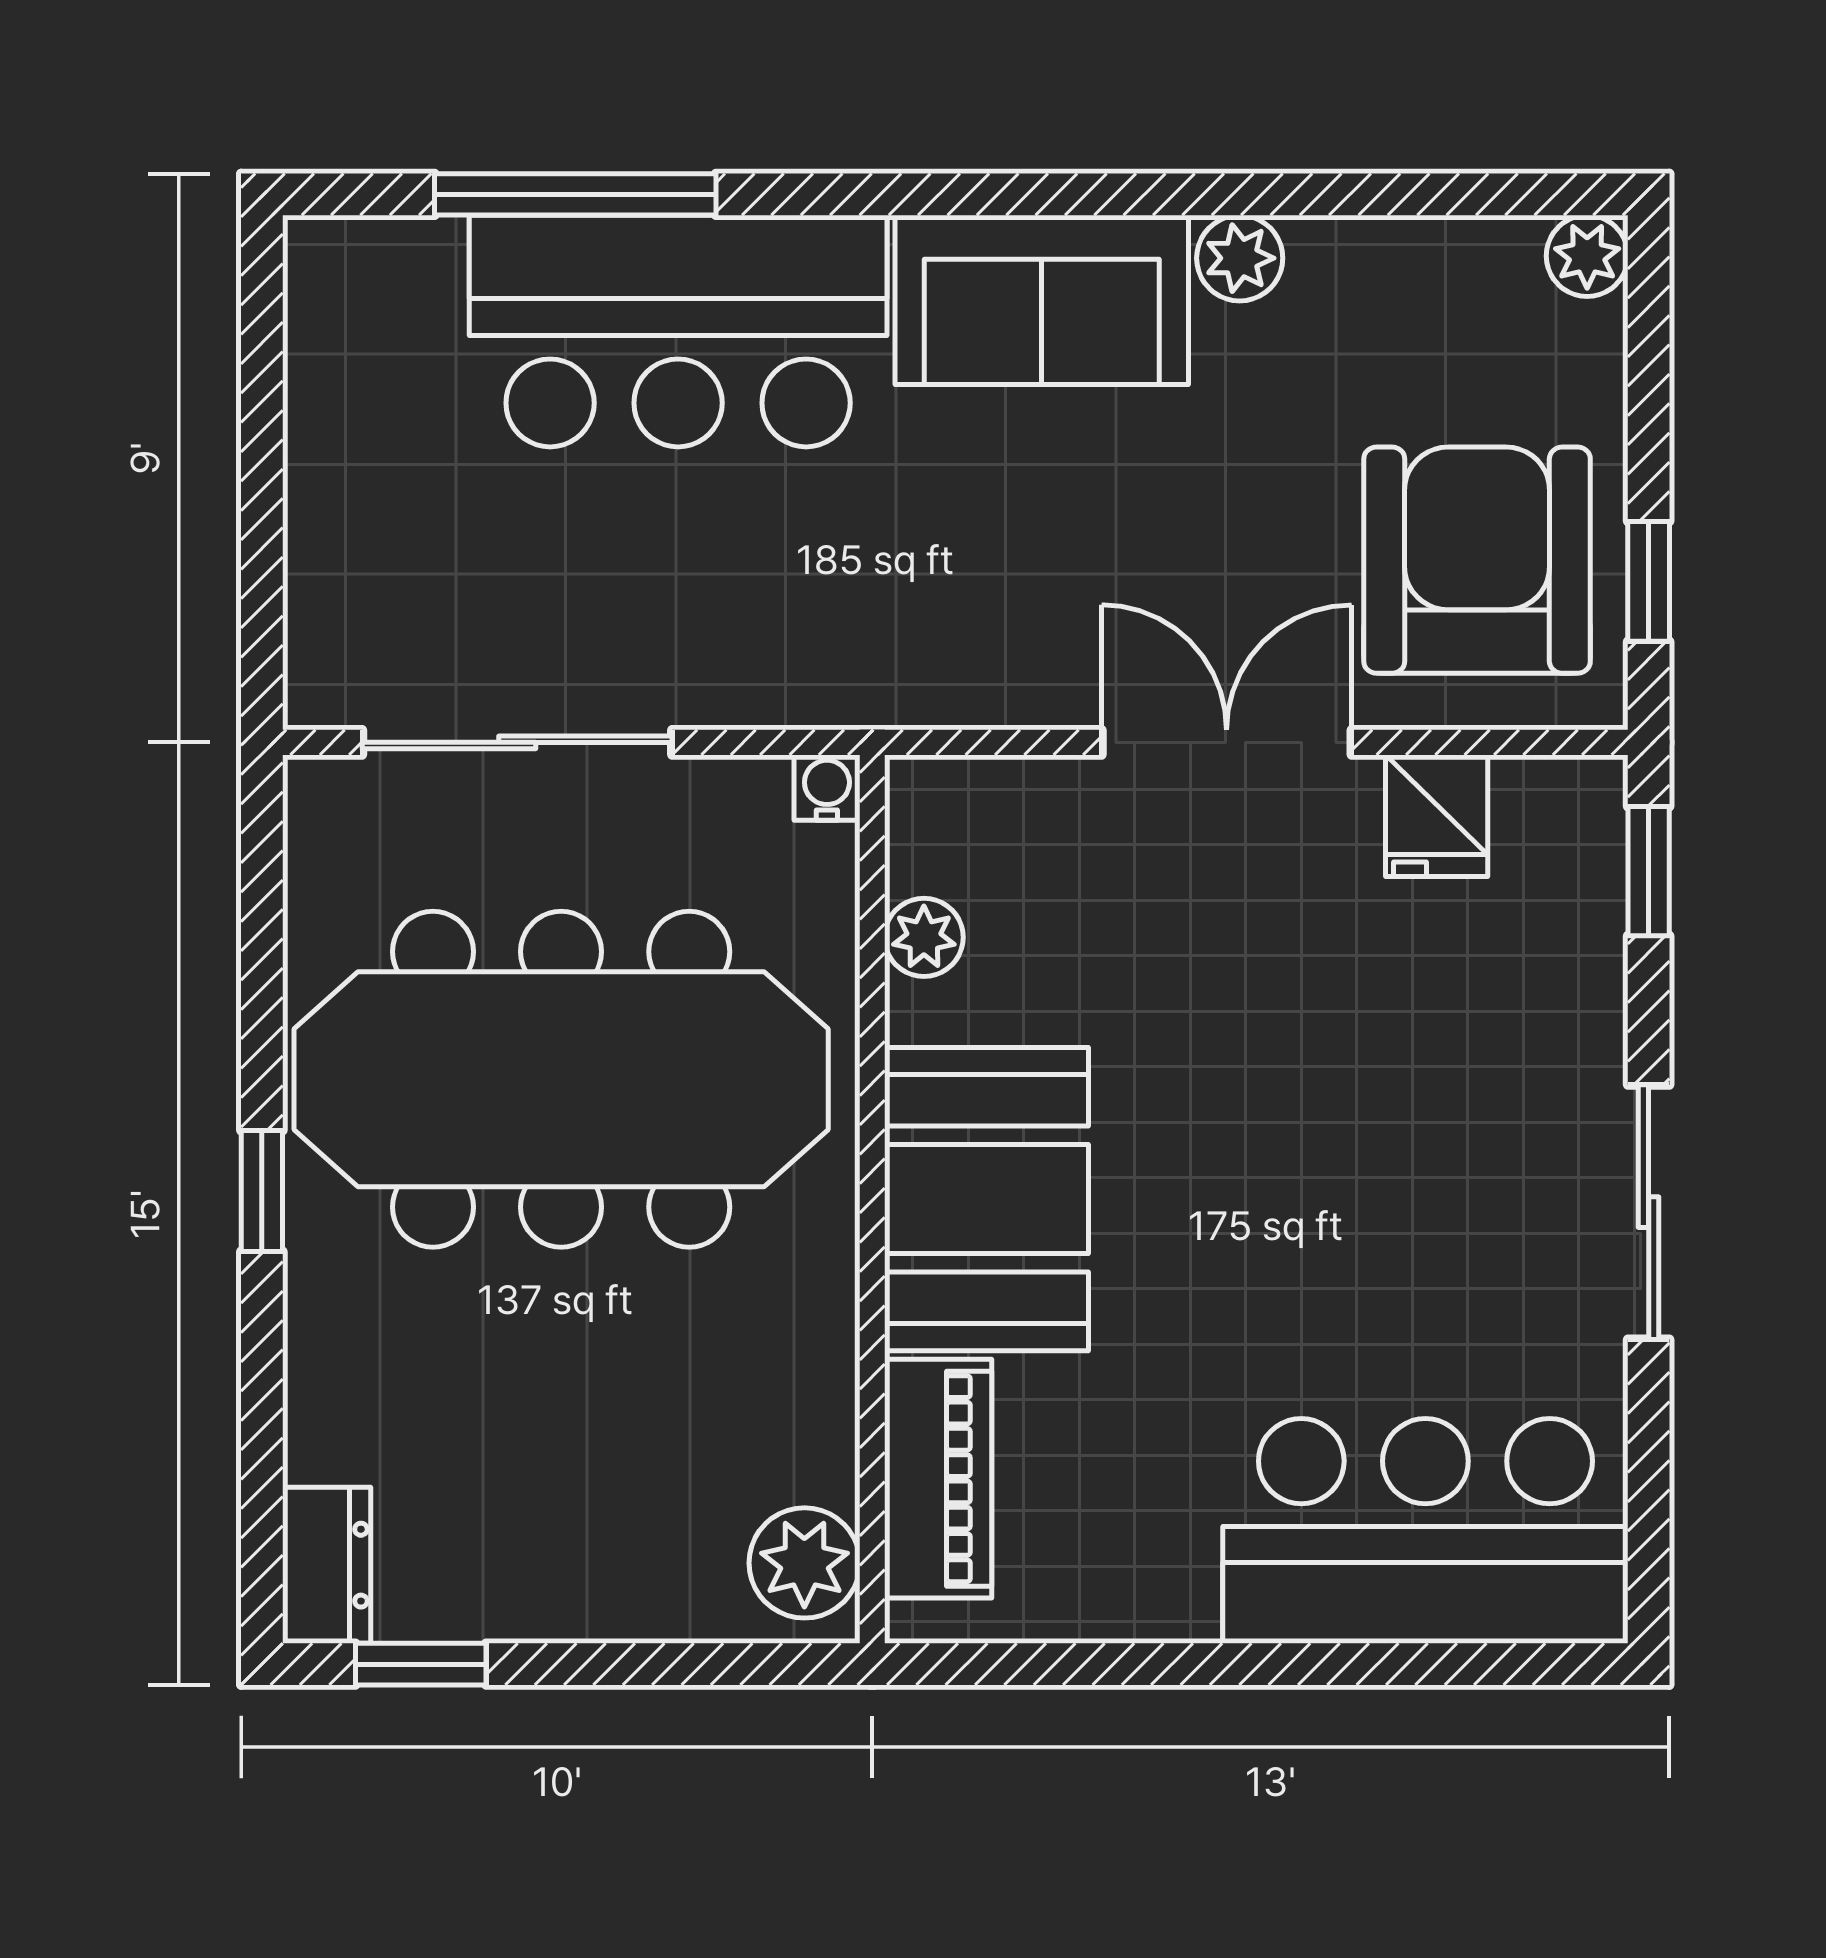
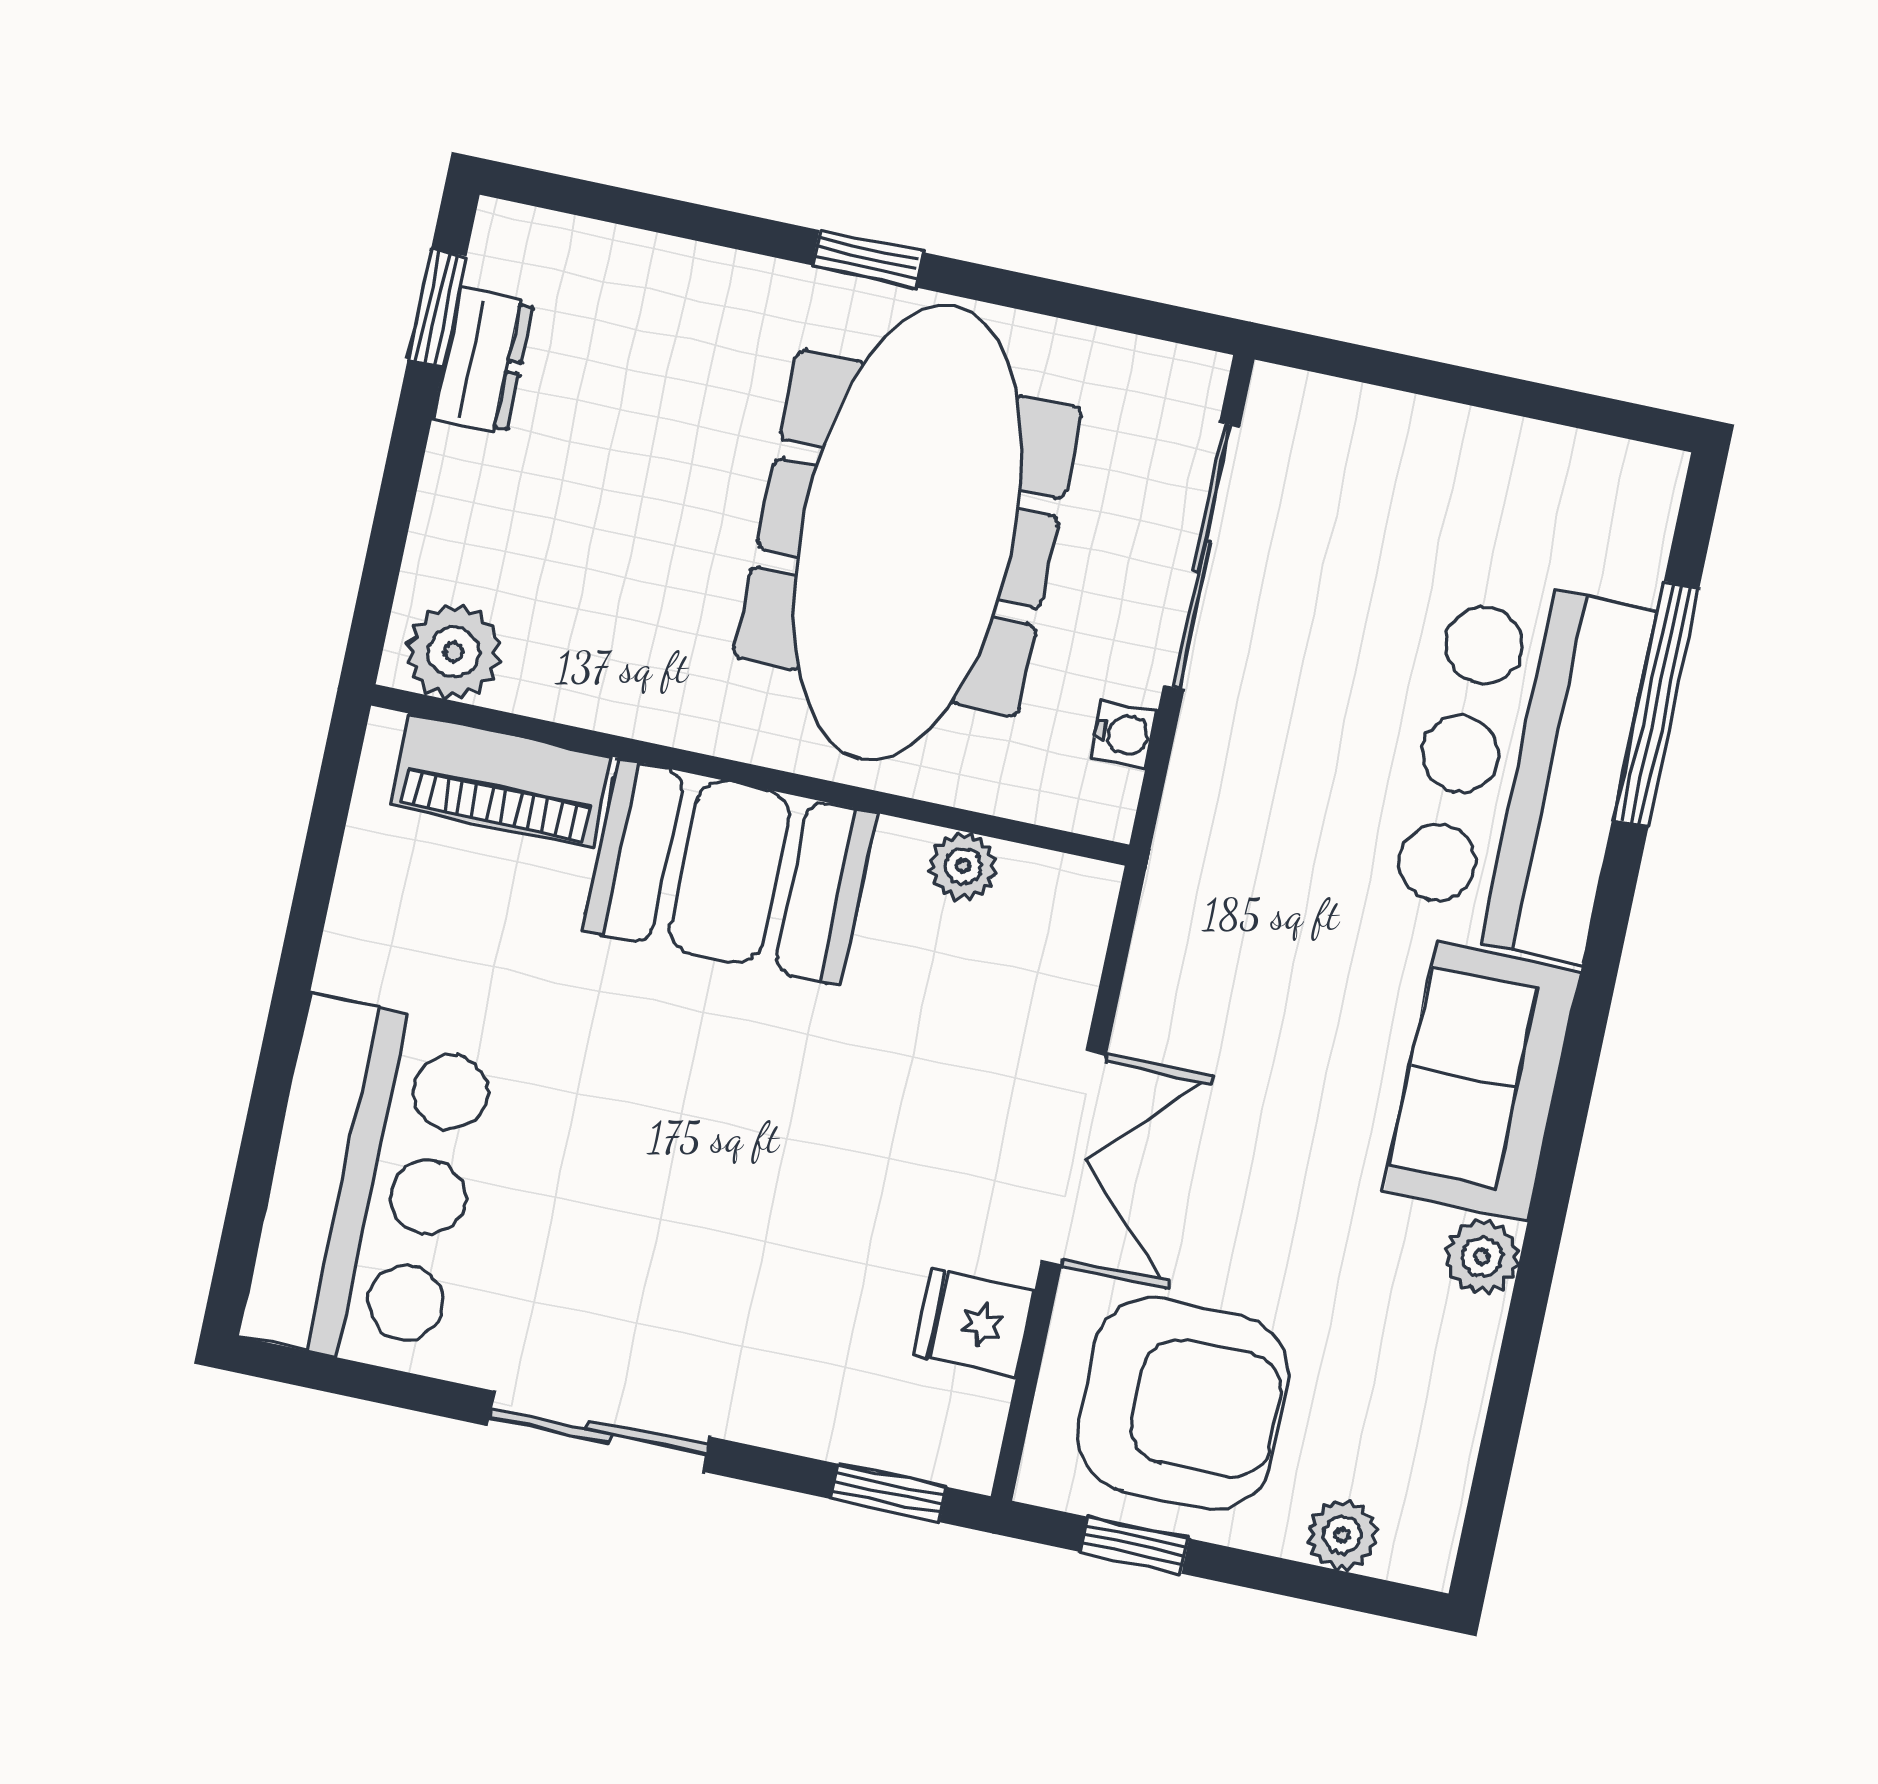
plant: (1587, 256) -> (1342, 1535), moved
water cooler: (827, 788) -> (1124, 734), moved
dresser: (327, 1565) -> (483, 361), moved, turned -90

